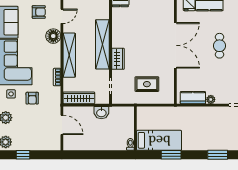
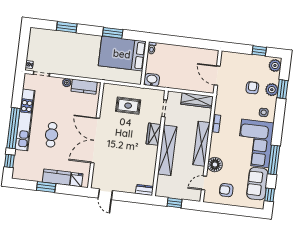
armchair: (32, 98) -> (252, 88), moved
washbasin: (101, 113) -> (152, 80), moved
bed: (159, 140) -> (122, 54), width x1.50

